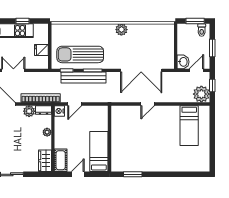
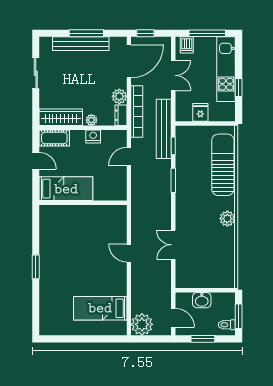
sun lounger: (80, 54) -> (223, 165), moved
washbasin: (183, 62) -> (202, 300), moved
double door: (141, 70) -> (173, 245), width x0.54
bench: (83, 78) -> (164, 129), moved
window: (212, 85) -> (153, 339), removed
door: (75, 104) -> (129, 157), hinge flipped
nightstand: (59, 111) -> (93, 136), moved
wardrobe: (45, 161) -> (61, 117), width x1.50
window: (133, 174) -> (36, 267), moved

